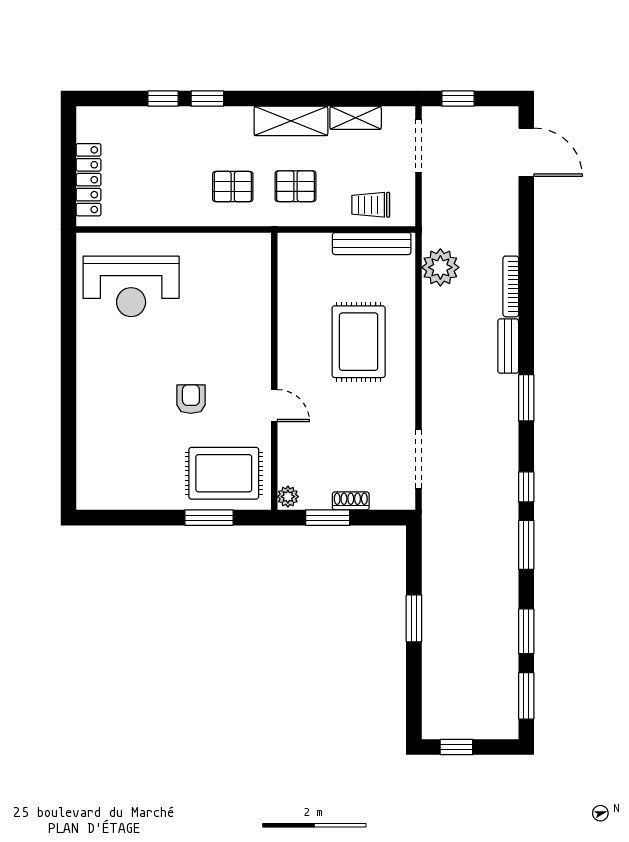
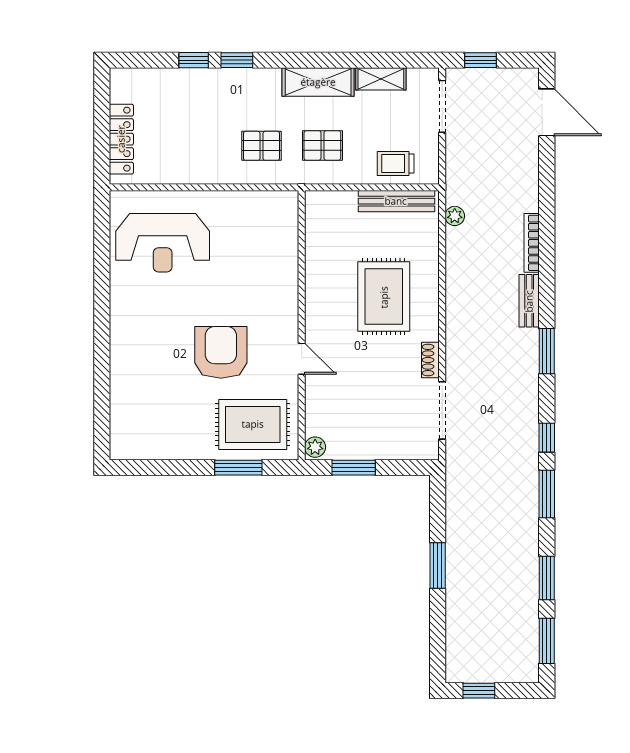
plant: (440, 267) -> (455, 216), width x0.53, depth x0.53
armchair: (191, 399) -> (221, 352), width x1.88, depth x1.88
shoe rack: (351, 501) -> (430, 360), moved, turned -90

